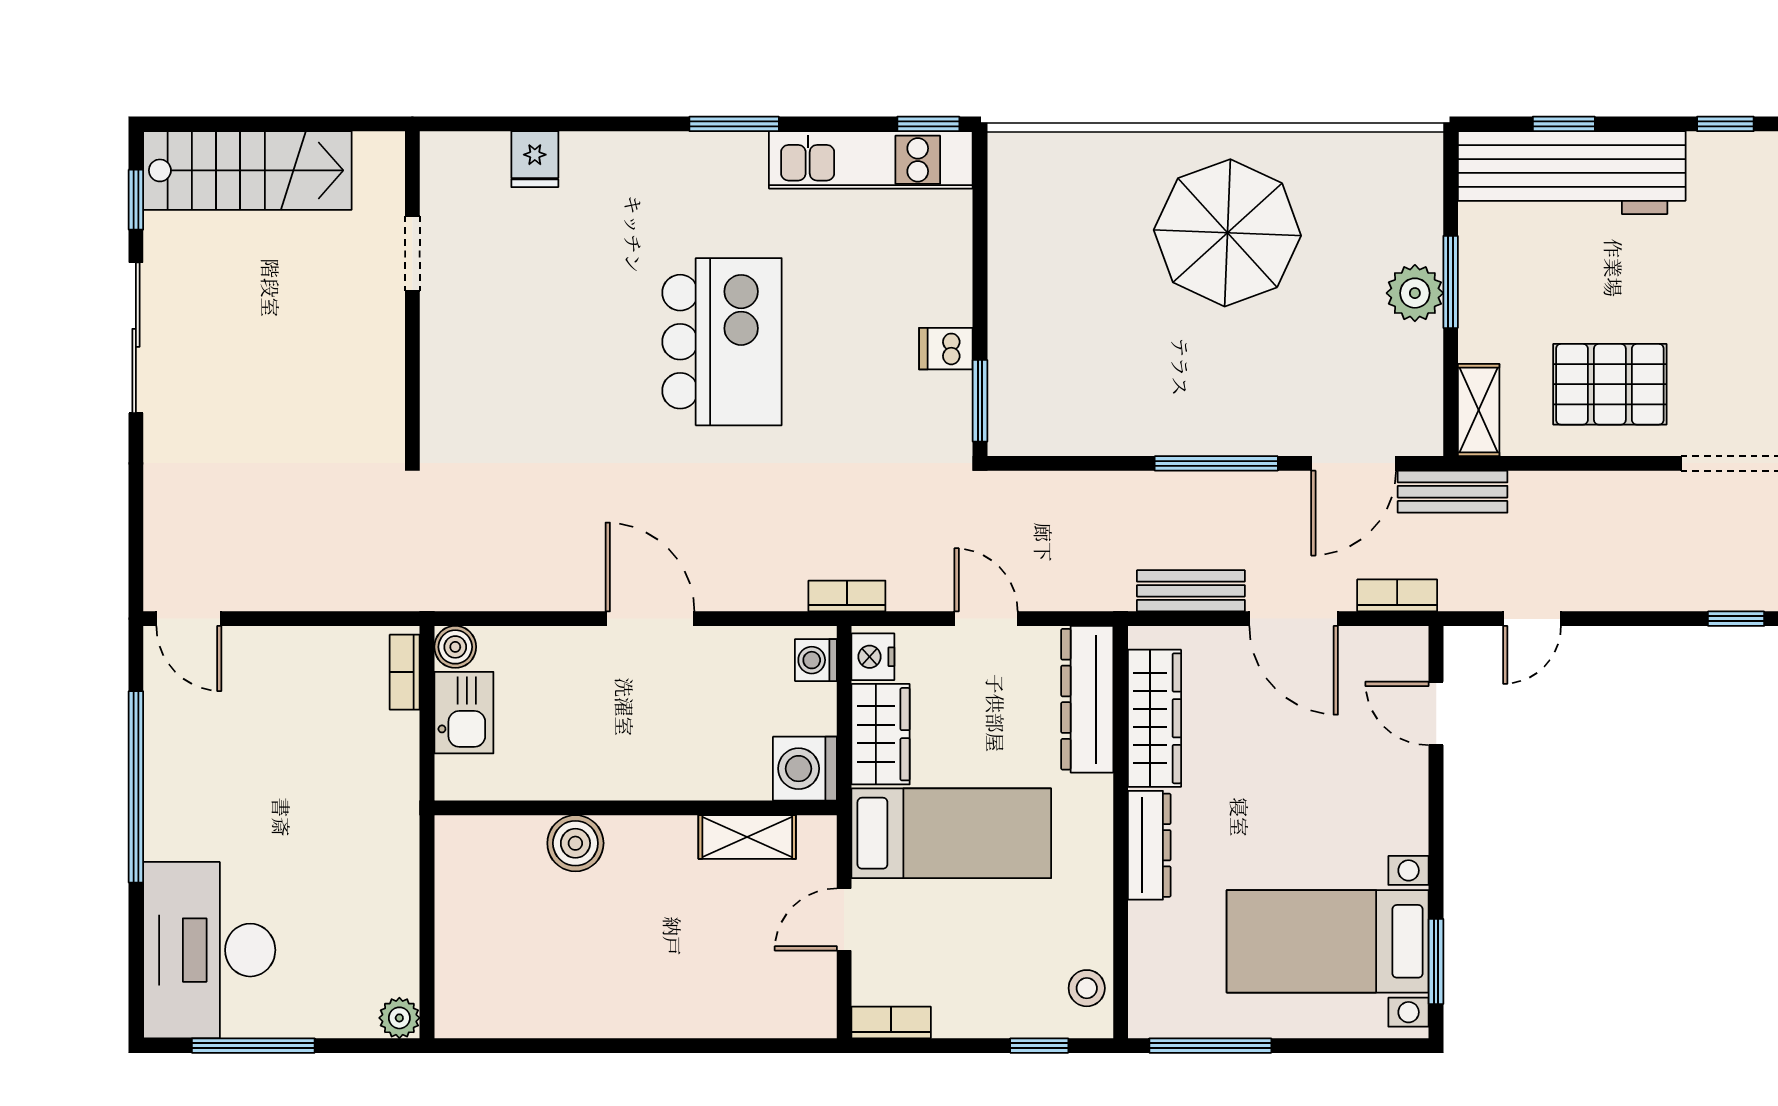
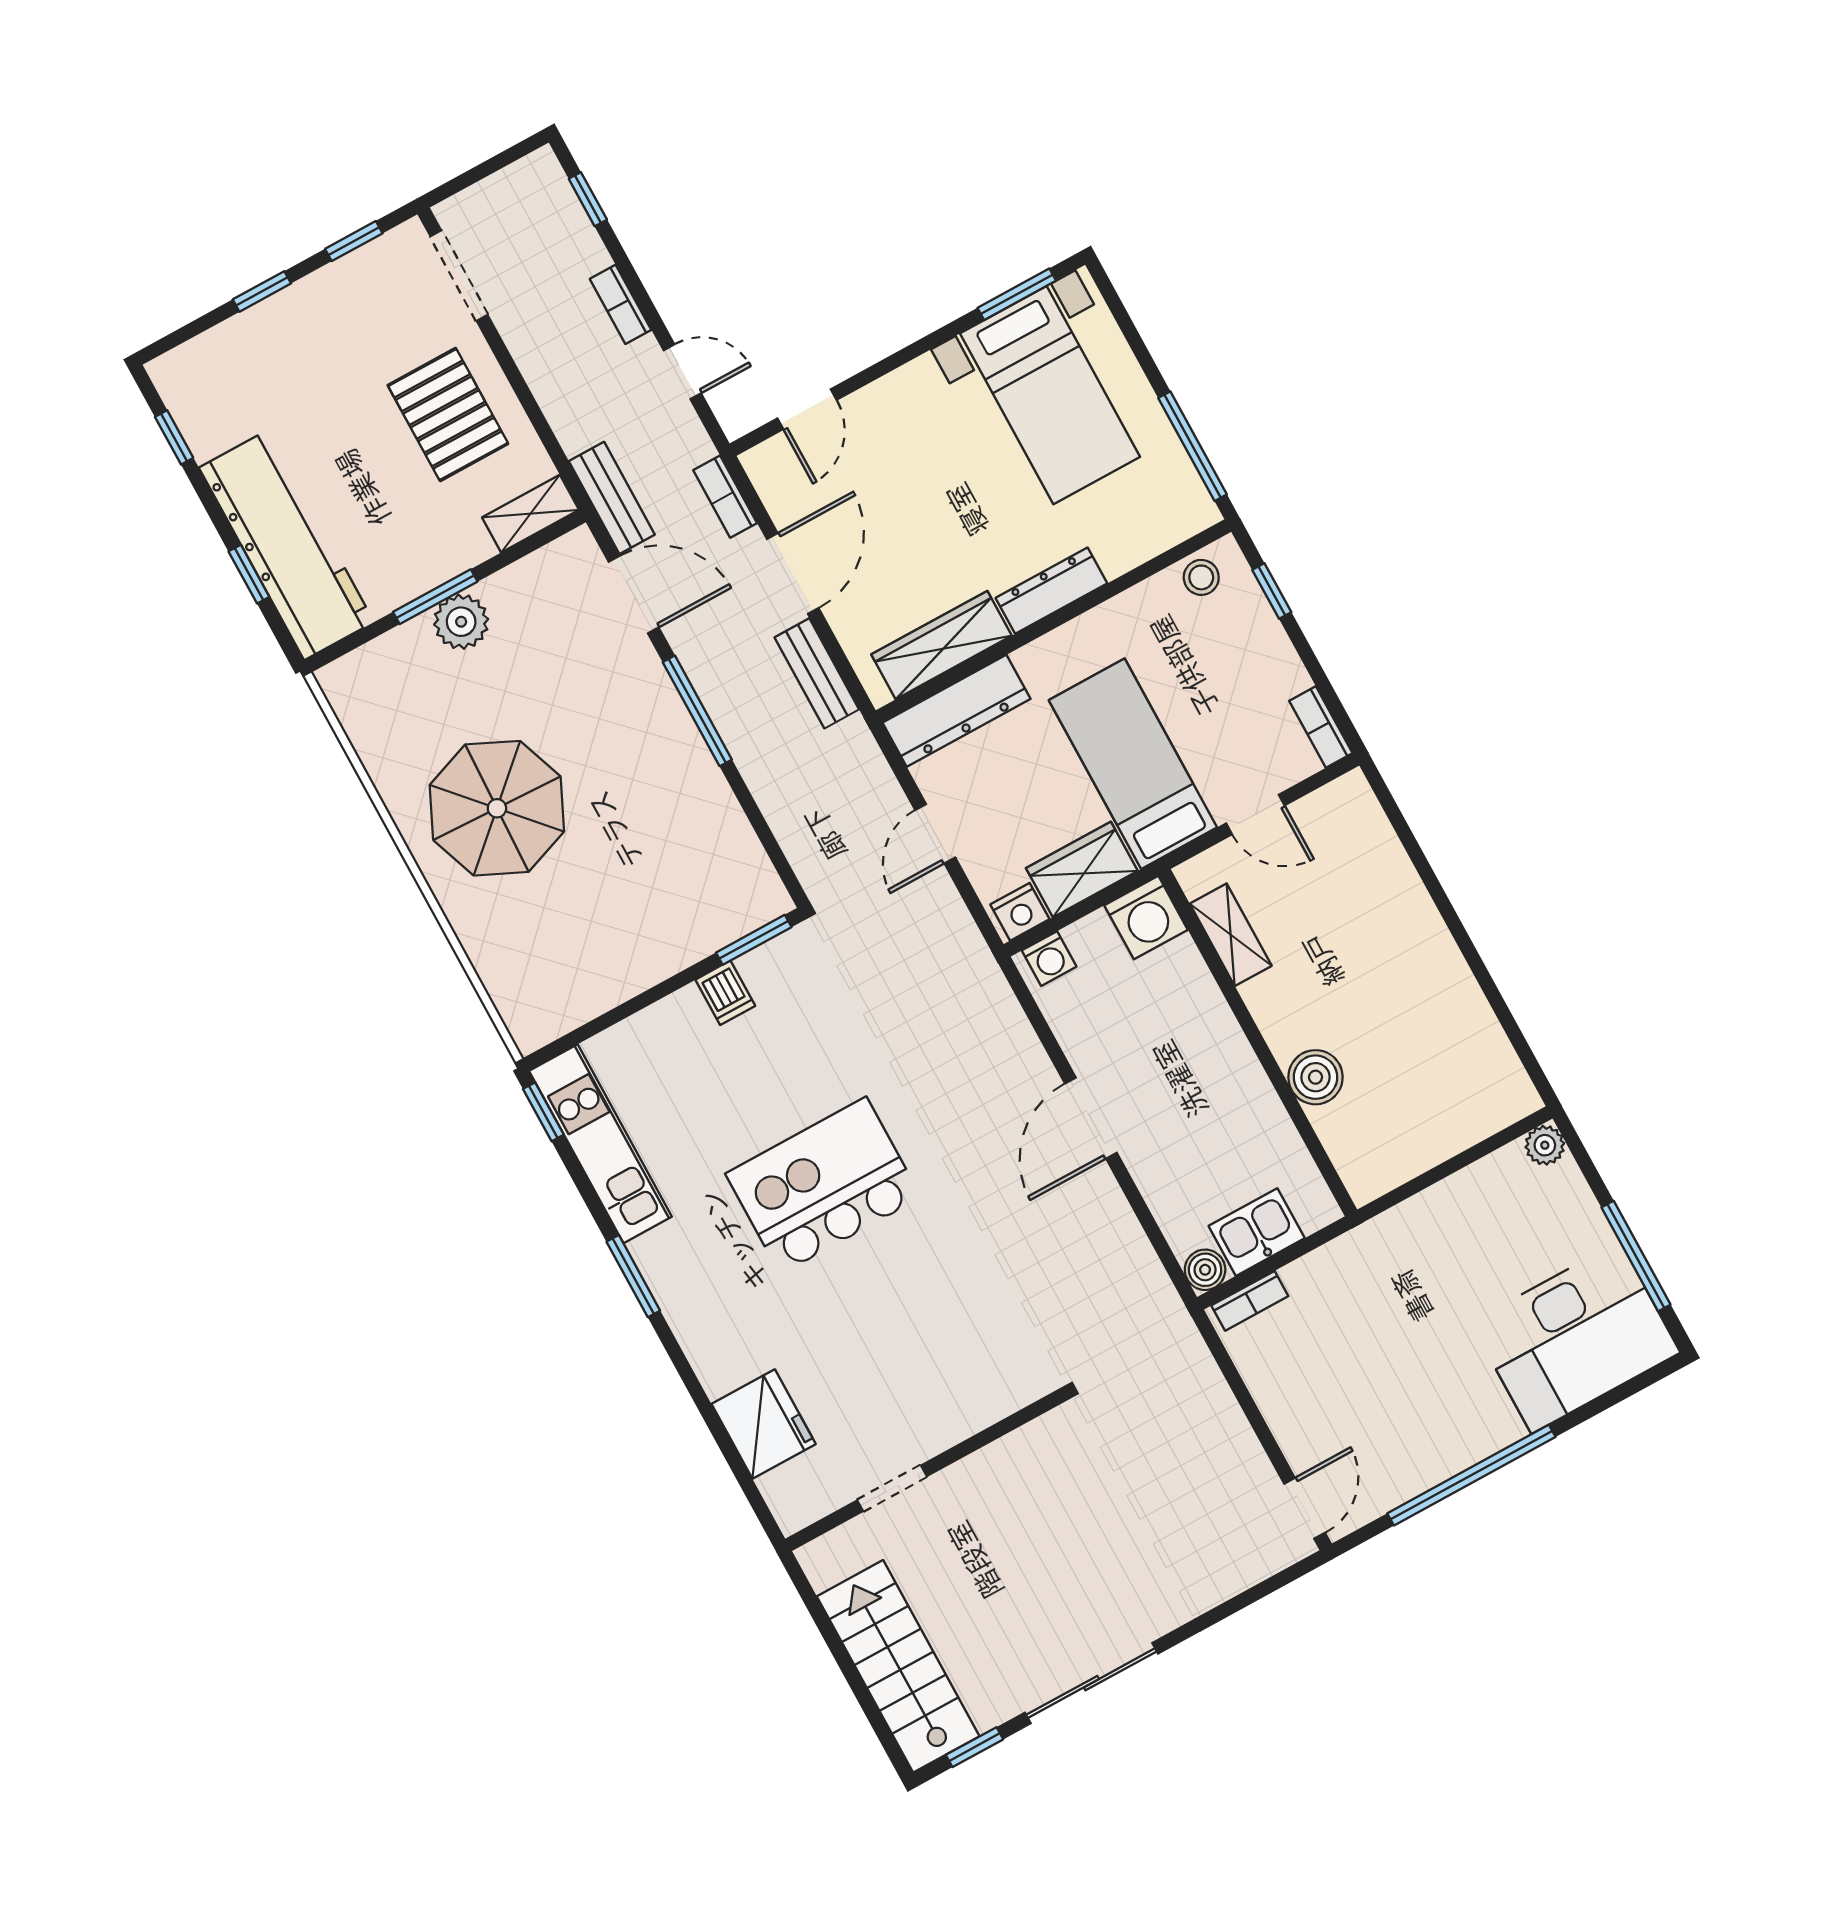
fridge: (535, 159) -> (764, 1424), width x1.88, depth x1.34
bookcase: (847, 596) -> (620, 304), moved

